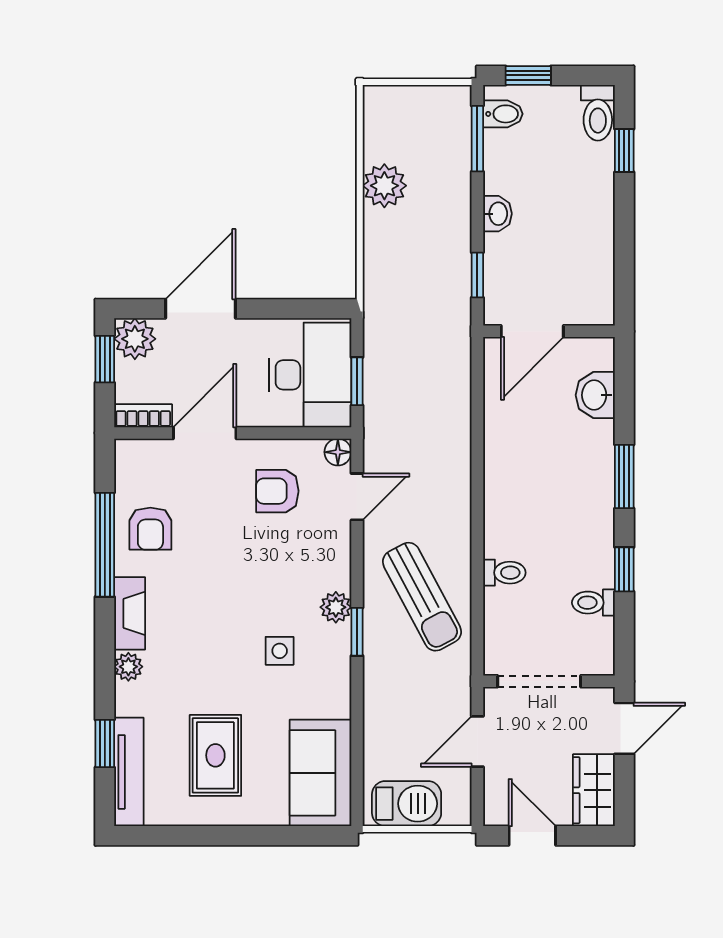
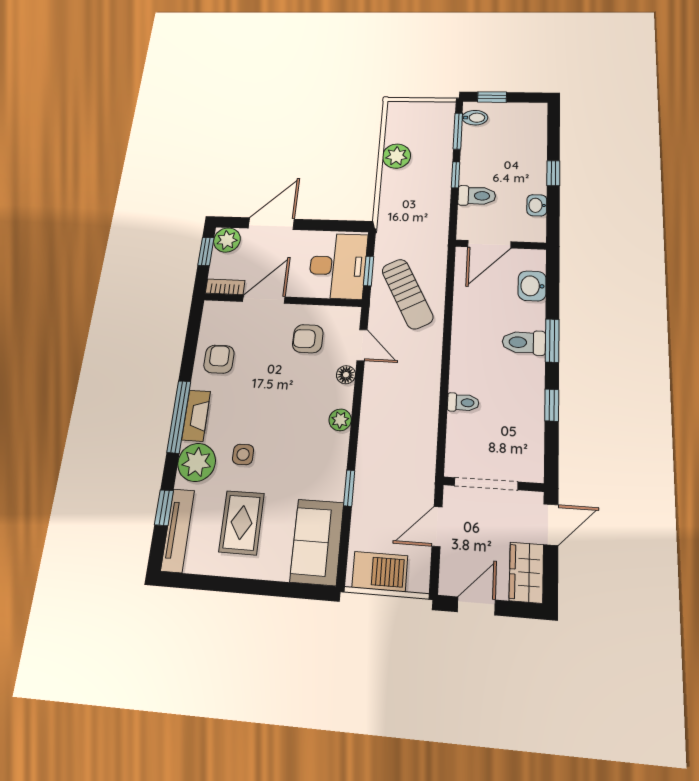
toilet: (598, 113) -> (477, 196), moved, turned -90
window: (624, 150) -> (553, 173), moved
washbasin: (497, 214) -> (537, 205), moved, turned 180
window: (477, 275) -> (456, 175), moved
floor lamp: (338, 452) -> (346, 375), moved
door: (357, 497) -> (362, 345), hinge flipped
armchair: (150, 529) -> (219, 359), turned 180
window: (105, 545) -> (179, 417), moved
sun lounger: (422, 597) -> (407, 294), moved
toilet: (593, 603) -> (524, 342), moved, width x1.37, depth x1.39
window: (357, 632) -> (349, 488), moved
side table: (280, 651) -> (243, 454), moved
plant: (128, 667) -> (197, 462), width x1.88, depth x1.88
door: (532, 836) -> (476, 606), hinge flipped

